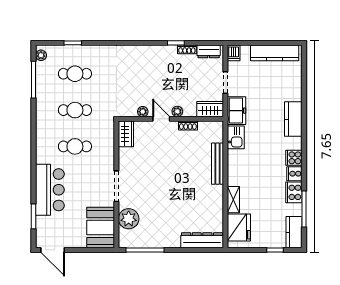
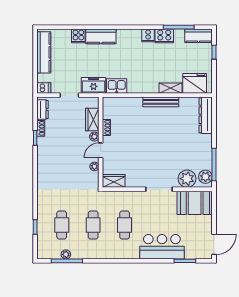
plant: (41, 55) -> (66, 254), moved
wardrobe: (210, 109) -> (92, 120), moved
cooker: (294, 158) -> (78, 36), moved
bench: (217, 164) -> (161, 102), moved
plant: (131, 240) -> (205, 177), added

